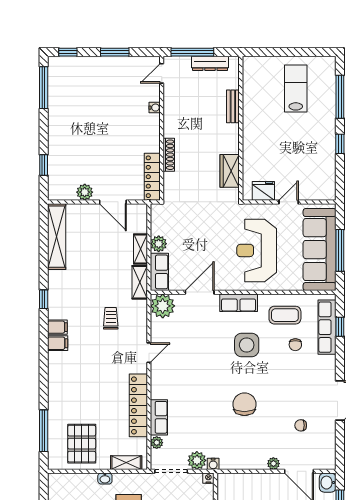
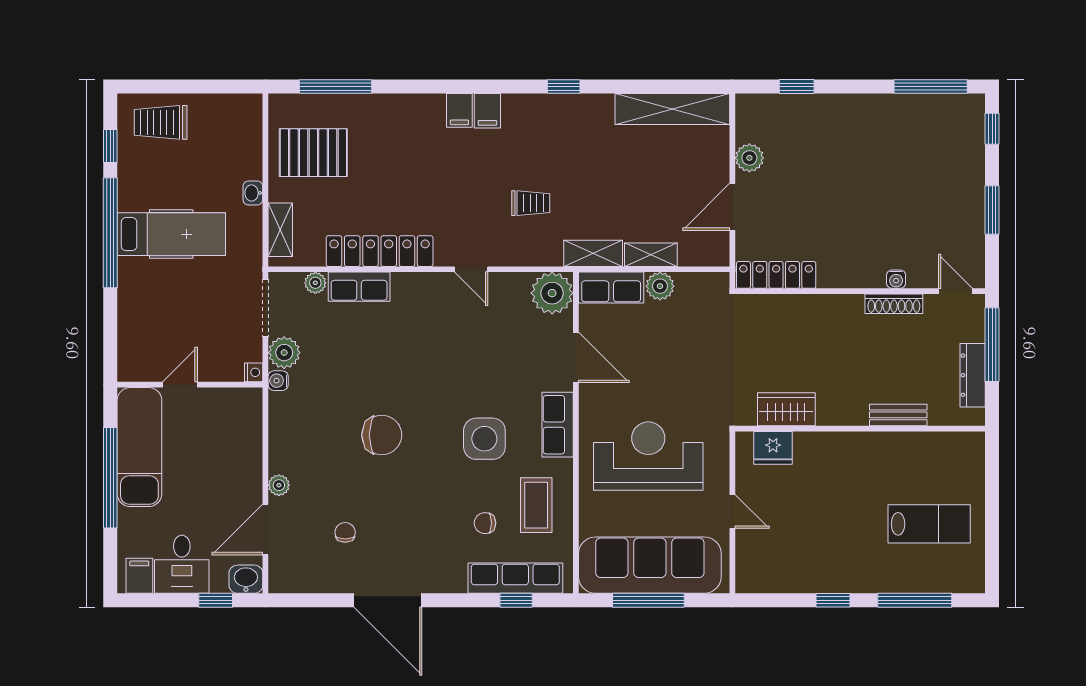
shoe rack: (169, 155) -> (894, 304), moved
fridge: (263, 191) -> (773, 448), moved, turned 90
filing cabinet: (57, 327) -> (459, 110), moved

